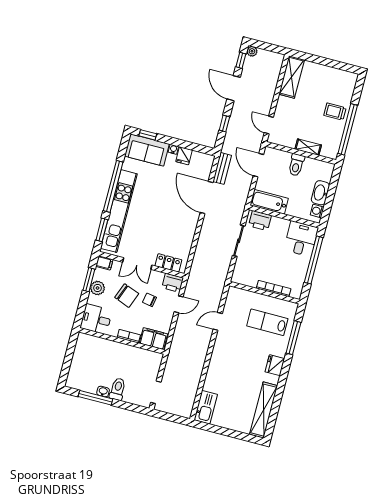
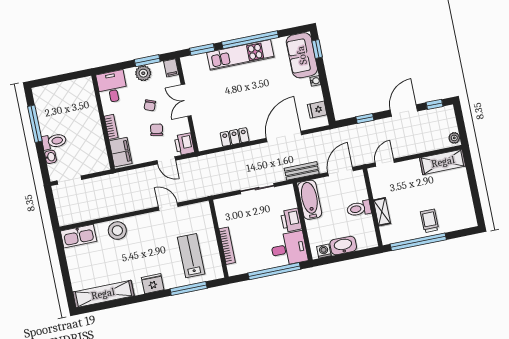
plant: (252, 51) -> (454, 138), moved
fridge: (184, 156) -> (317, 110), moved
bench: (222, 168) -> (302, 171), moved
kitchen unit: (119, 211) -> (240, 55), width x0.73
printer: (260, 221) -> (291, 220), moved
locker: (168, 263) -> (235, 137), moved, turned -90
chair: (127, 296) -> (150, 105), width x0.54, depth x0.54
stool: (217, 373) -> (117, 231), added
washbasin: (103, 392) -> (51, 157), moved

